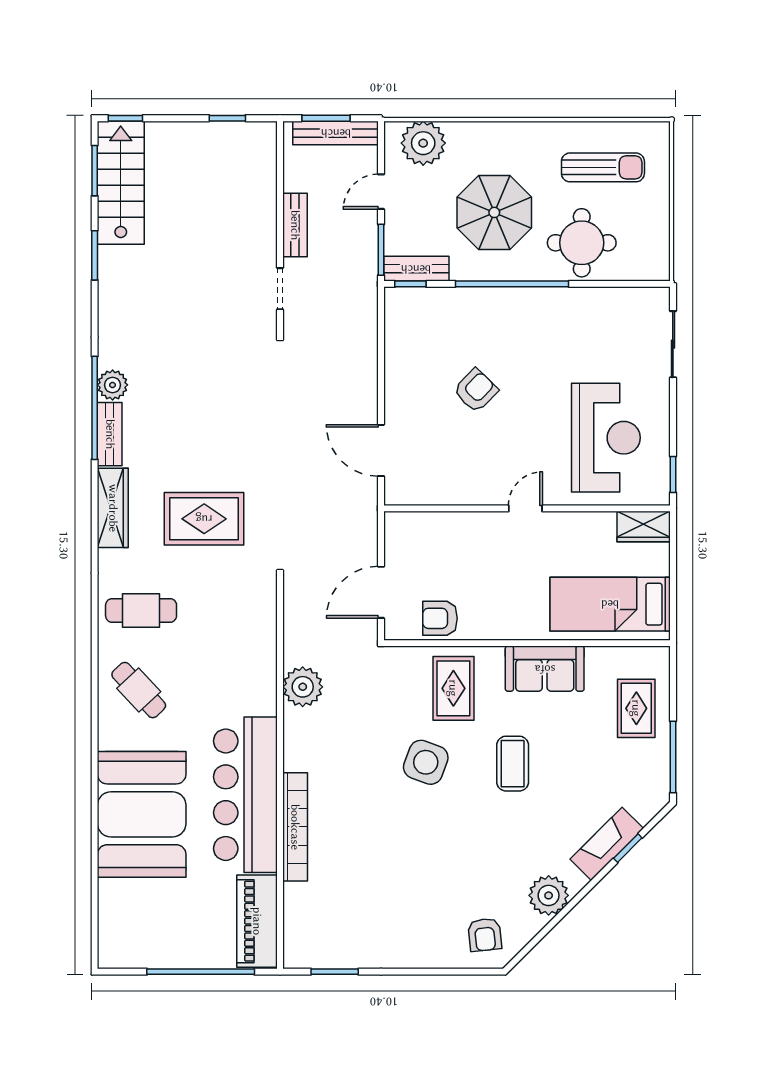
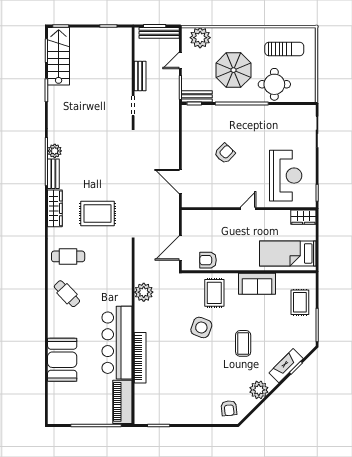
coffee table: (513, 764) -> (243, 343), moved
booth: (142, 814) -> (62, 360), width x0.73, depth x0.70

